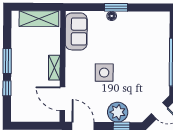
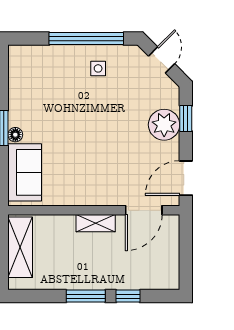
sofa: (76, 31) -> (25, 172), moved, turned 90
side table: (104, 73) -> (98, 68), moved, width x0.54, depth x0.54

